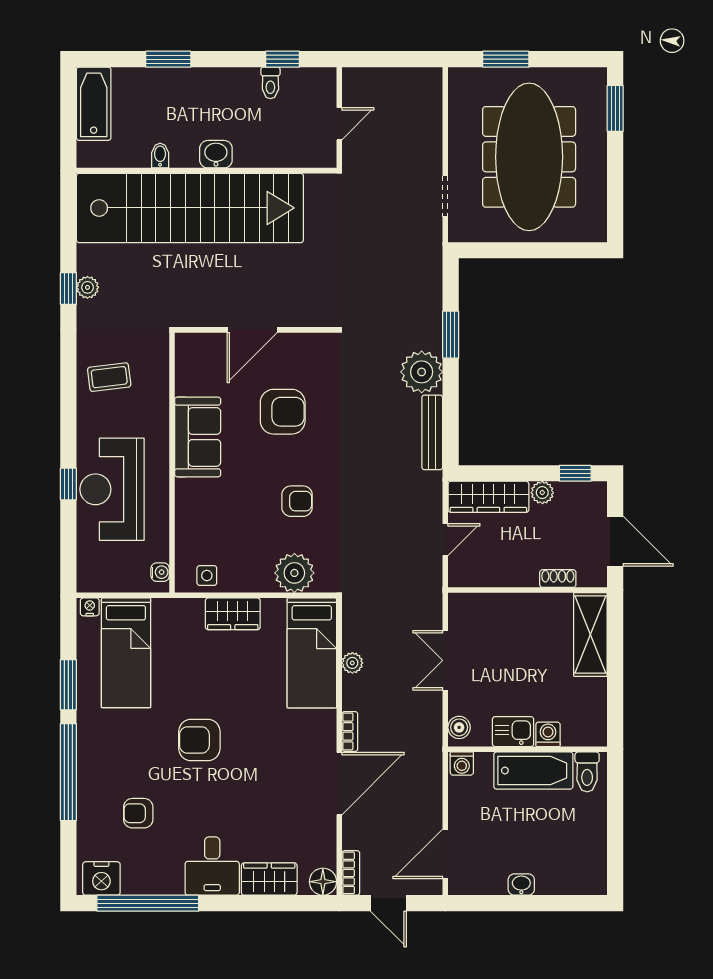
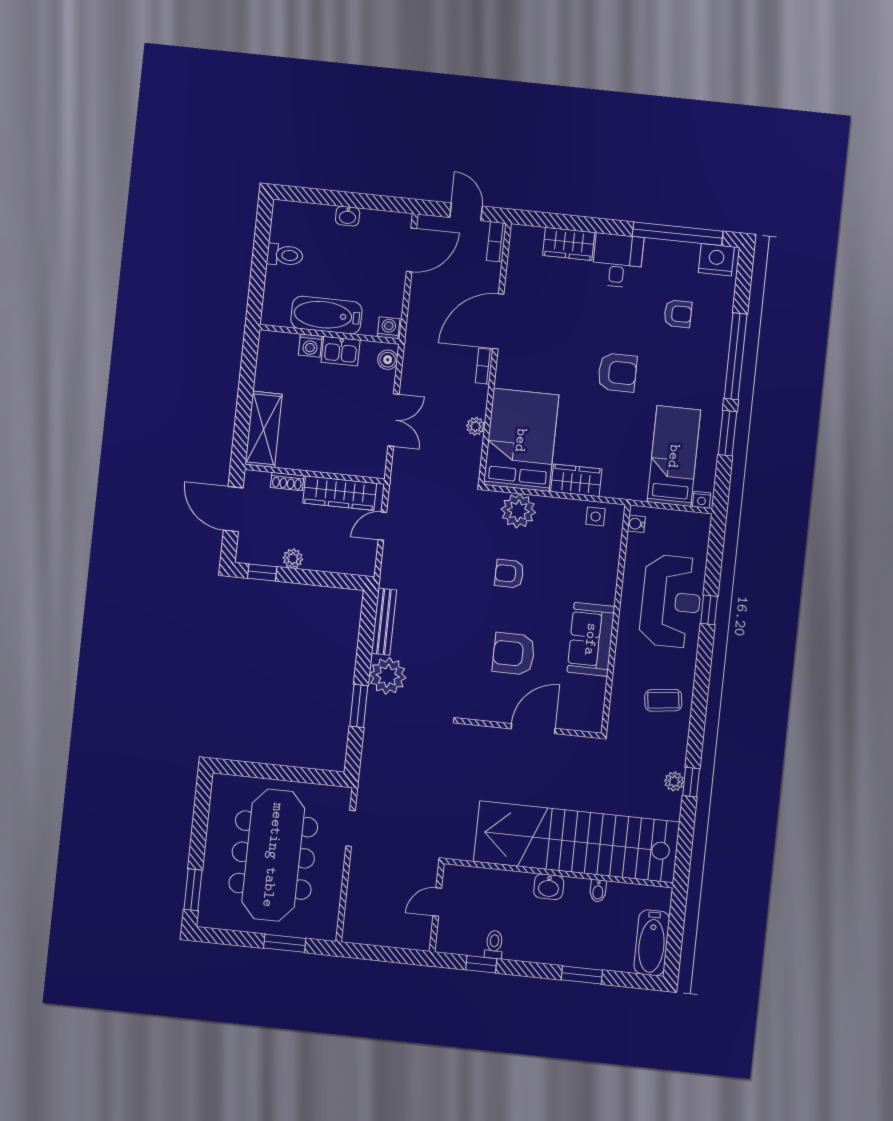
wardrobe: (488, 497) -> (340, 493), moved, turned 180
bed: (312, 653) -> (521, 440), width x1.50
toilet: (587, 772) -> (285, 255), moved, turned 90
floor lamp: (323, 882) -> (522, 237), removed

